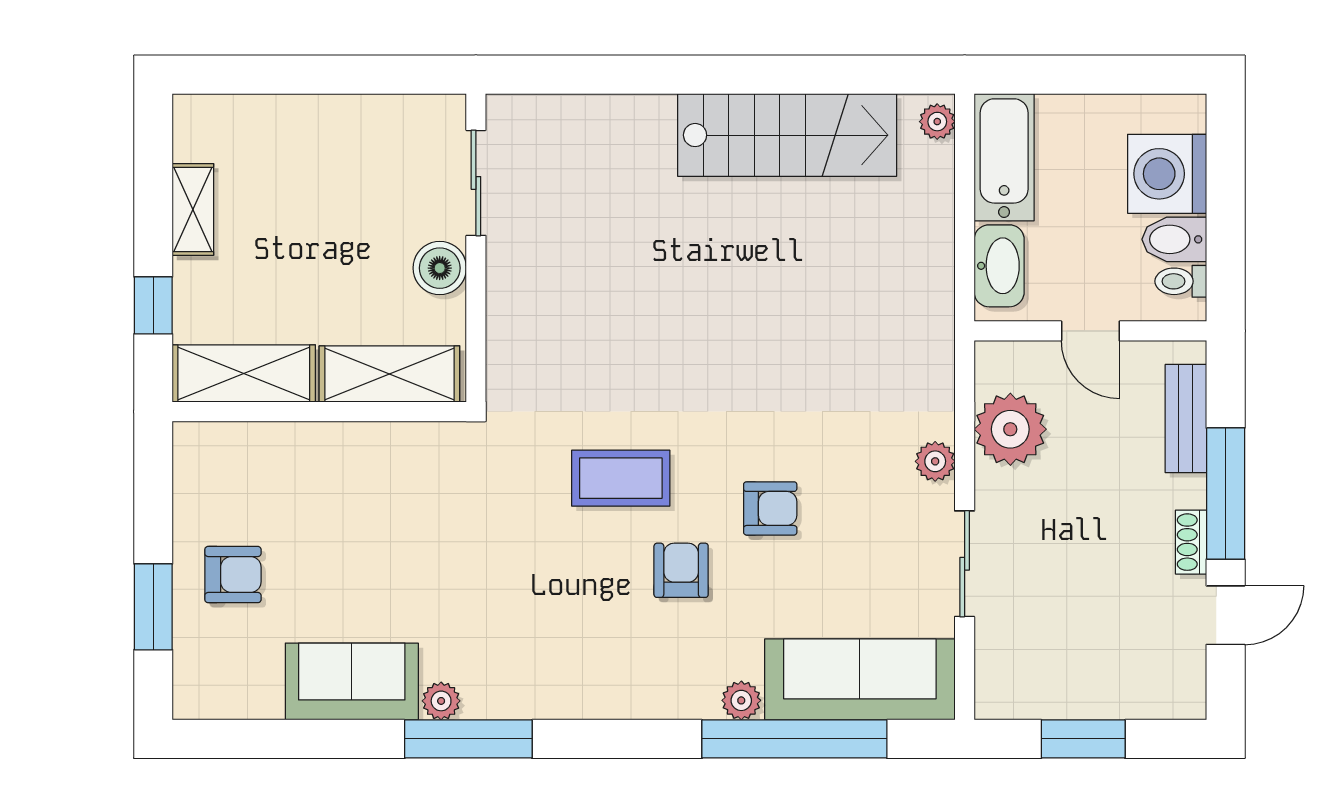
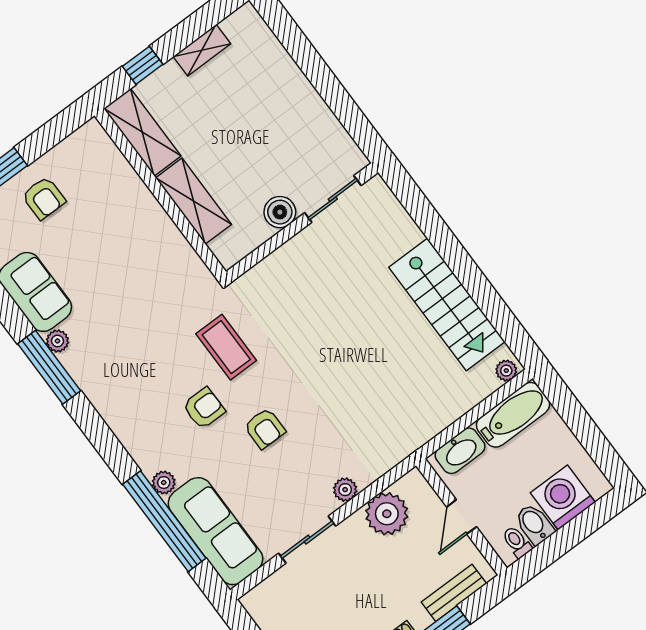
sliding door: (476, 183) -> (333, 199), moved
wall: (476, 248) -> (302, 222), moved
boiler: (440, 268) -> (280, 212), moved

